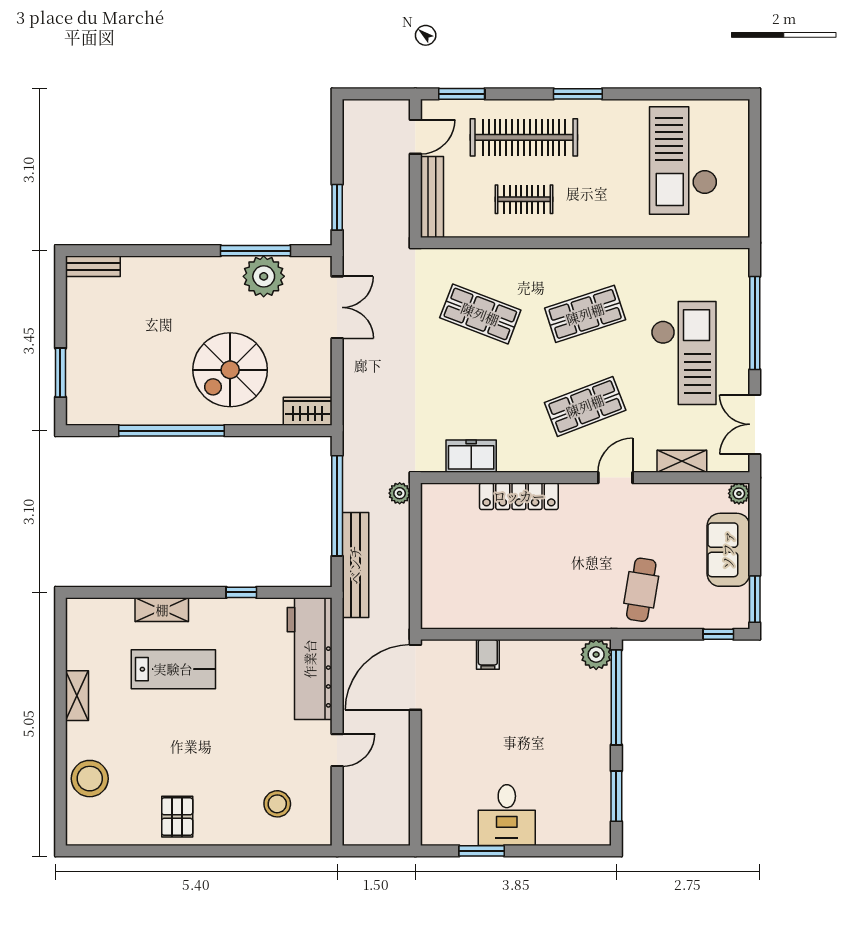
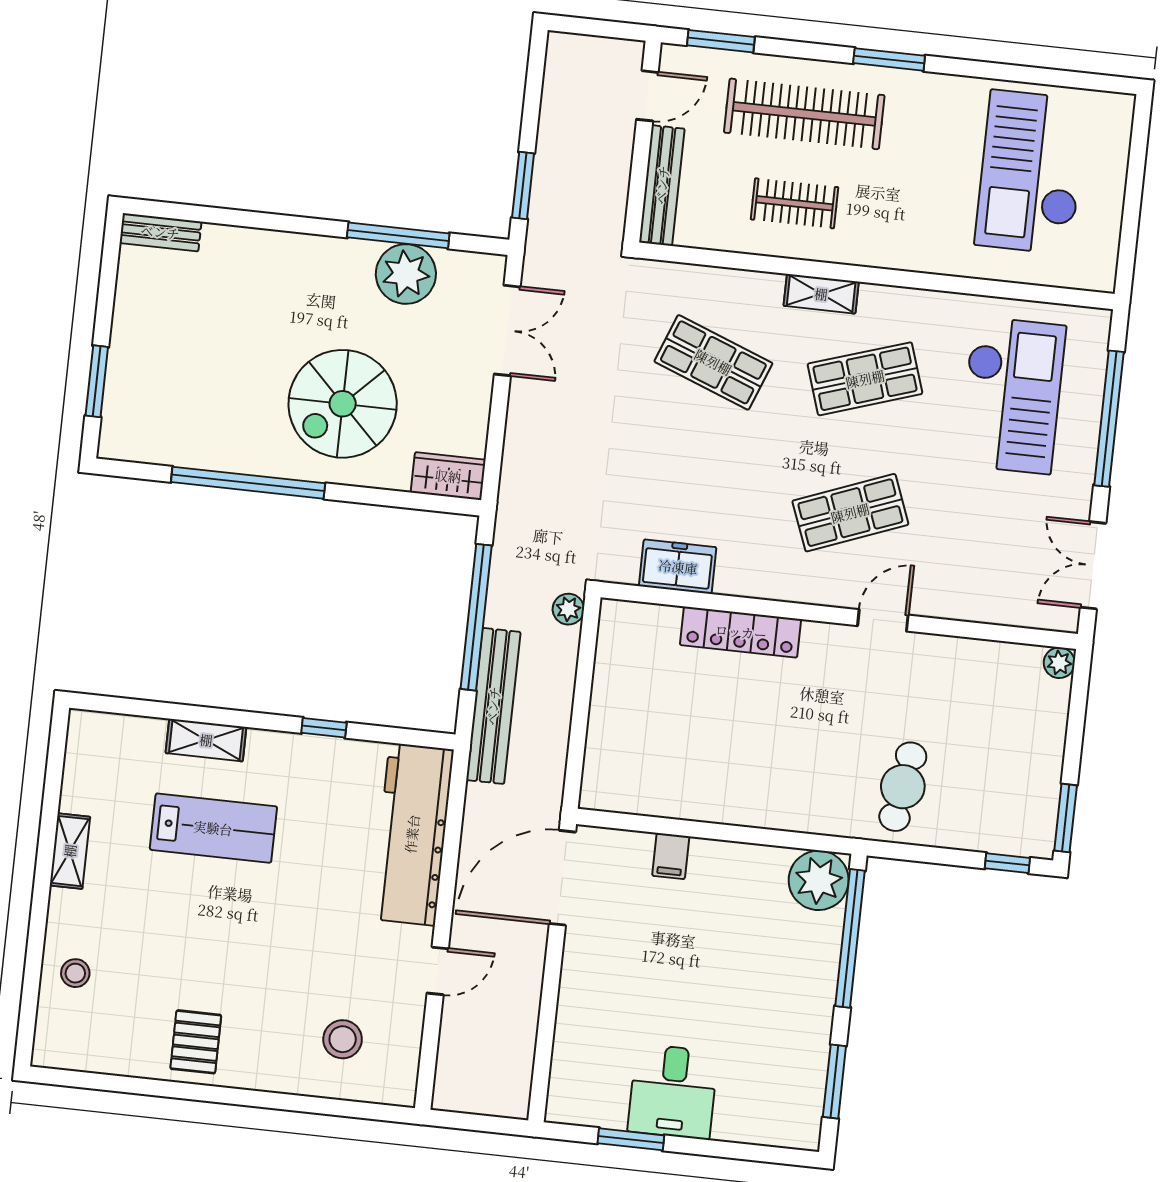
checkout: (684, 353) -> (1012, 395), moved
shelving: (682, 461) -> (821, 294), moved
sofa: (728, 550) -> (1035, 743), removed
plant: (596, 655) -> (819, 880), width x1.36, depth x1.36
stool: (90, 779) -> (75, 973), width x0.53, depth x0.53

